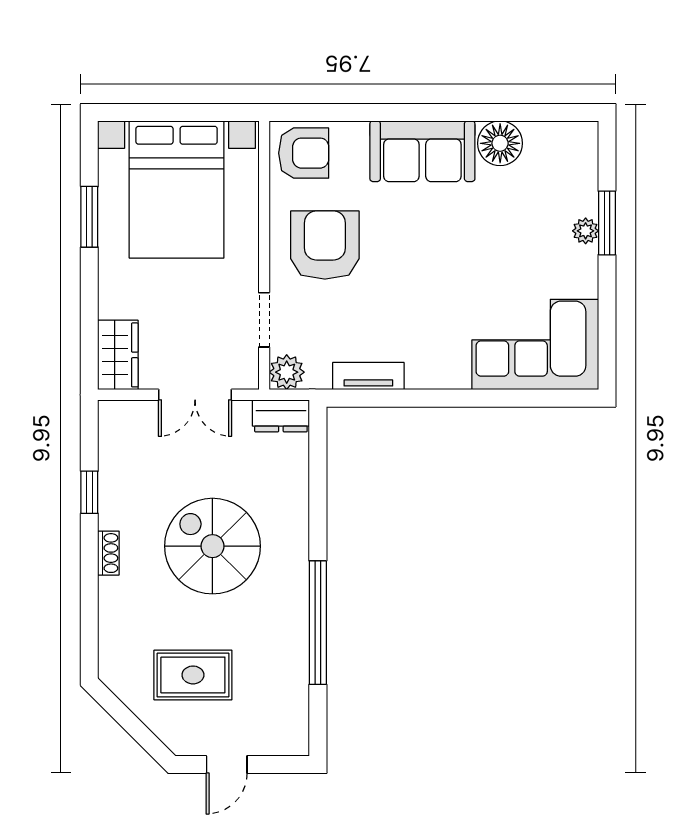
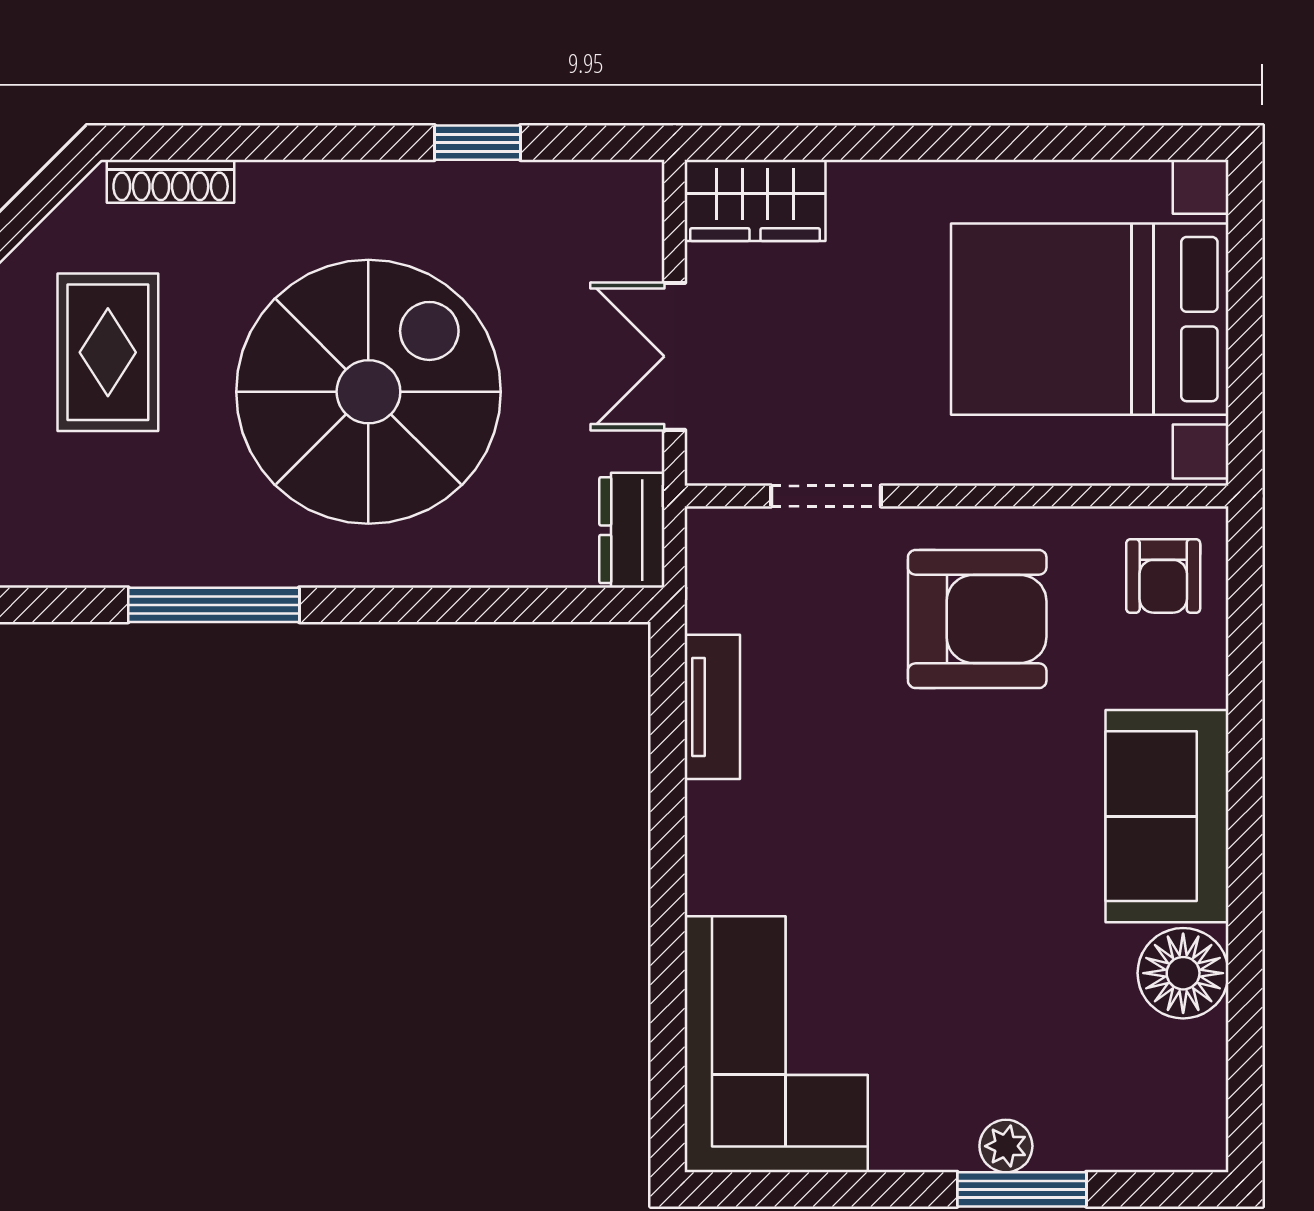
armchair: (304, 153) -> (1163, 576), width x0.72, depth x0.72
window: (89, 217) -> (1034, 143), removed
plant: (287, 372) -> (720, 542), removed
spiral stairs: (212, 546) -> (368, 392), width x1.37, depth x1.37
shoe rack: (108, 553) -> (171, 181), moved, width x1.43
window: (318, 623) -> (214, 605), width x0.68

